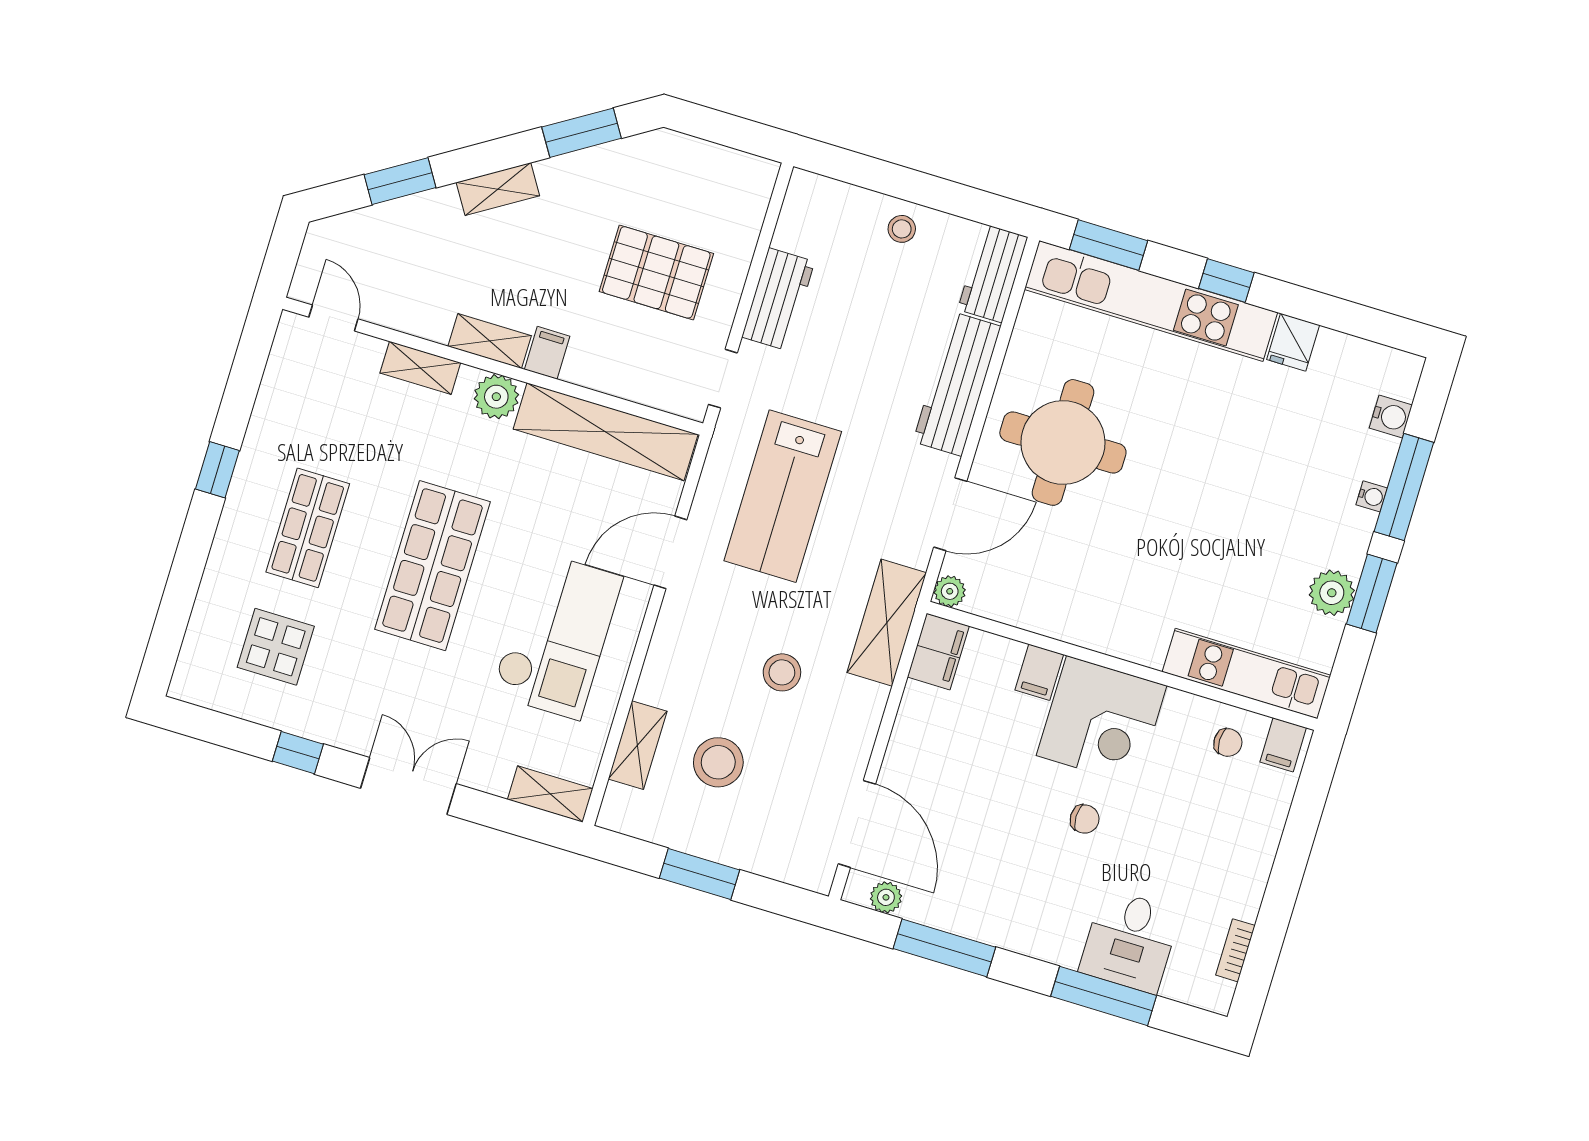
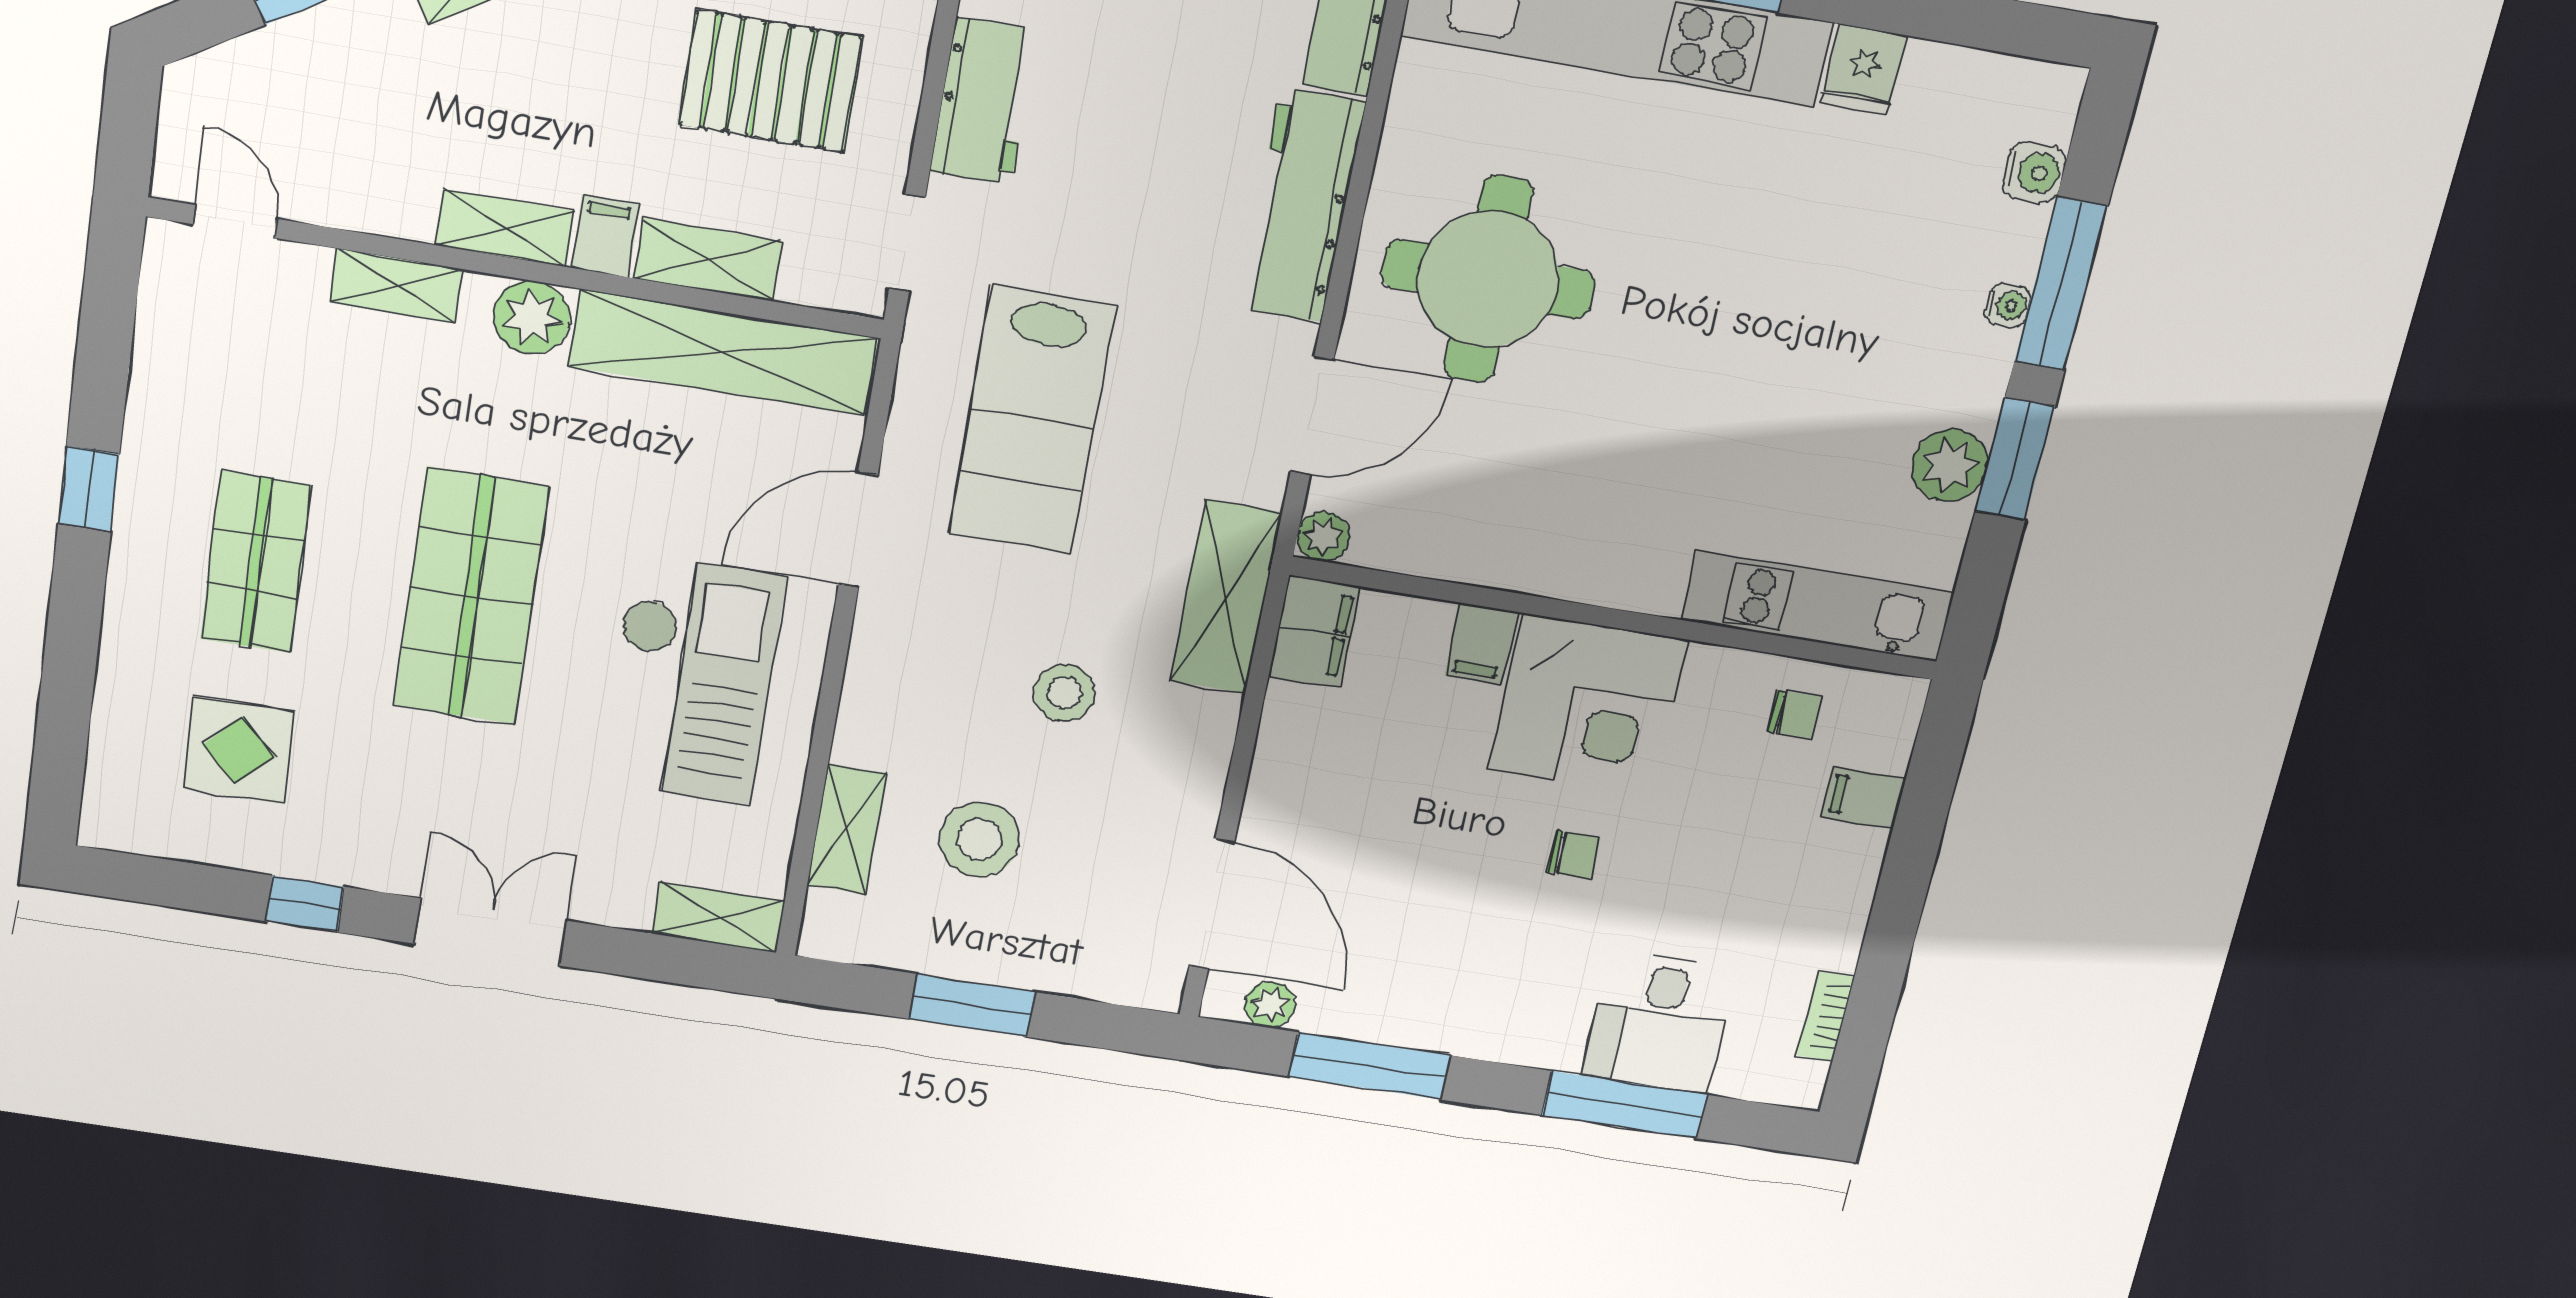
shelving: (605, 374) -> (708, 260), added
filing cabinet: (1283, 745) -> (1864, 798), moved, turned 90

